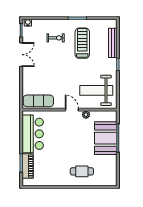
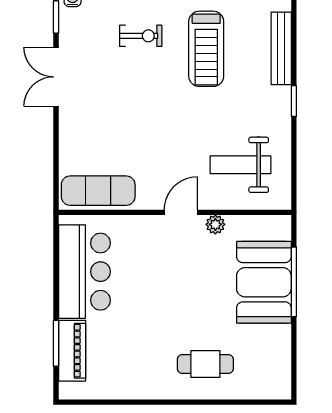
treadmill: (82, 43) -> (206, 49), turned 180
double door: (21, 55) -> (56, 77), swing flipped
weight bench: (96, 90) -> (241, 165), width x0.73, depth x0.75
door: (72, 110) -> (181, 212), hinge flipped

